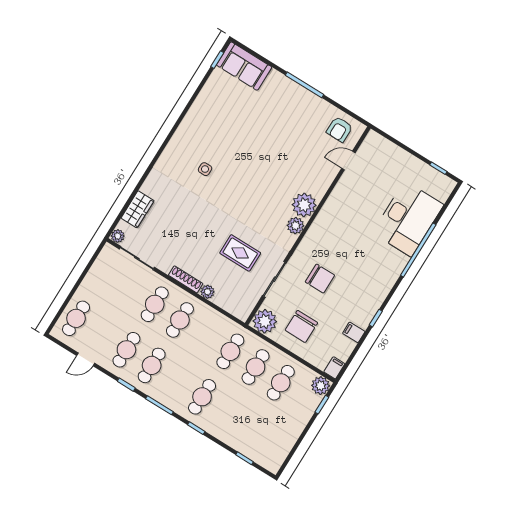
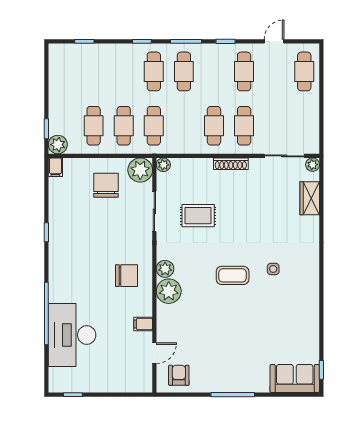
coffee table: (242, 185) -> (233, 275), added
chair: (320, 279) -> (126, 276), moved, turned 180
plant: (208, 292) -> (163, 165), moved
filing cabinet: (354, 332) -> (143, 324), moved, turned 180
cafe table: (152, 365) -> (184, 71), moved

